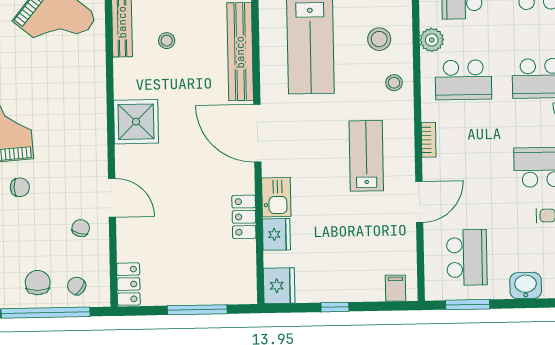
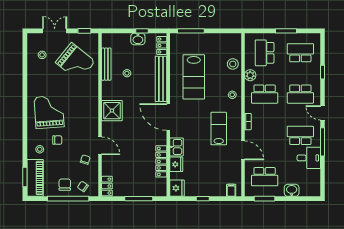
stool: (379, 39) -> (233, 64), moved
door: (419, 202) -> (243, 150), hinge flipped
locker: (244, 217) -> (161, 161), width x1.53
school desk: (467, 257) -> (265, 177), turned 90

